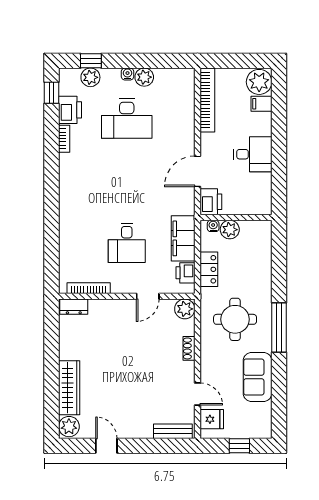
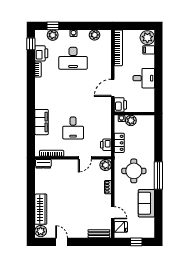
plant: (144, 77) -> (95, 35), moved
filing cabinet: (183, 238) -> (41, 122), moved, turned 180

